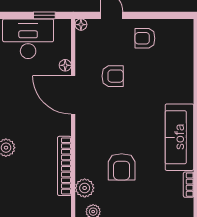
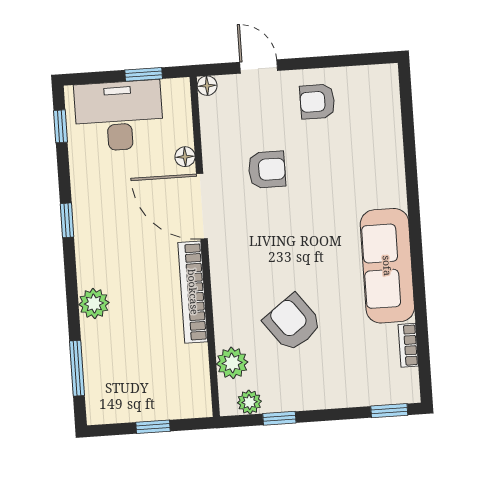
bookcase: (64, 166) -> (193, 292), moved
armchair: (122, 167) -> (293, 323), turned 143

